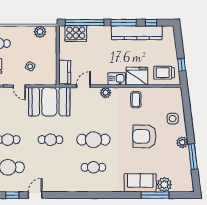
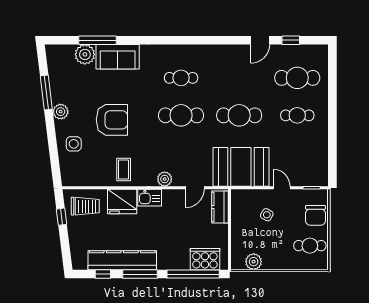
cafe table: (51, 140) -> (239, 115), width x1.37, depth x1.35

